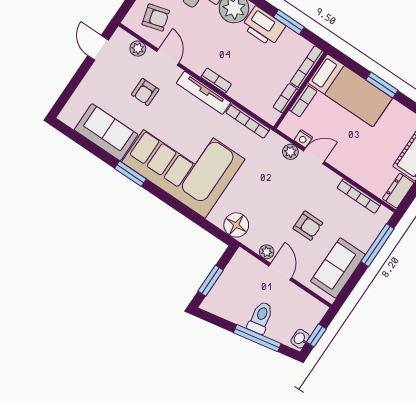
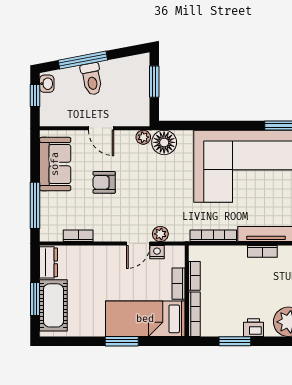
printer: (263, 26) -> (254, 328), width x0.53, depth x0.68
bookcase: (359, 196) -> (78, 236), width x0.64
plant: (267, 252) -> (143, 137), moved

